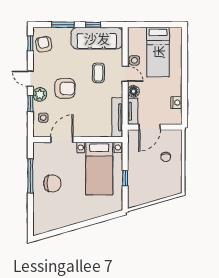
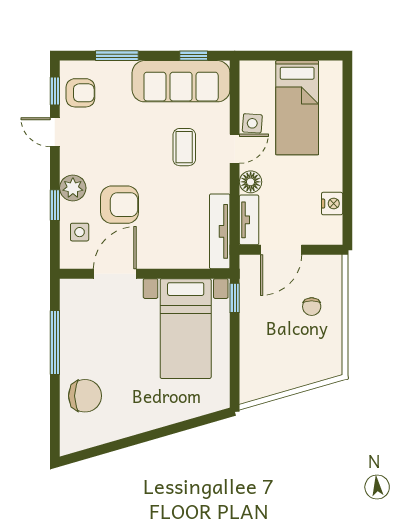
window: (93, 25) -> (194, 56), moved
armchair: (44, 44) -> (80, 93), turned 100
door: (125, 74) -> (235, 149), hinge flipped
door: (30, 79) -> (55, 132), moved
armchair: (65, 88) -> (120, 205), moved
window: (125, 178) -> (235, 298), moved
chair: (52, 183) -> (85, 396), moved

